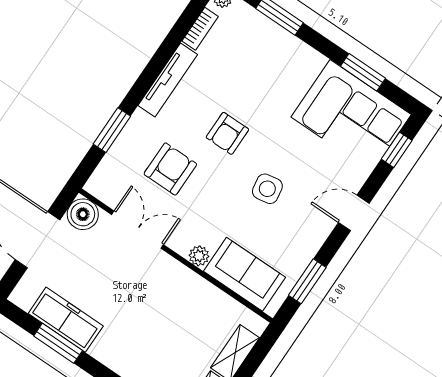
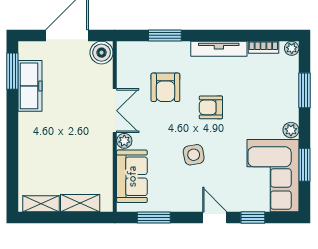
plant: (314, 61) -> (291, 130), added
window: (397, 150) -> (253, 218), moved
armchair: (170, 169) -> (165, 87), turned 90
double door: (137, 230) -> (115, 111), moved
window: (58, 343) -> (12, 71), moved

